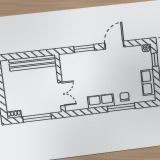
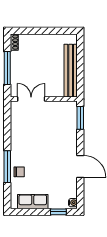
window: (84, 49) -> (80, 118), moved
double door: (61, 94) -> (31, 99), swing flipped
row of seats: (101, 101) -> (17, 144), removed

